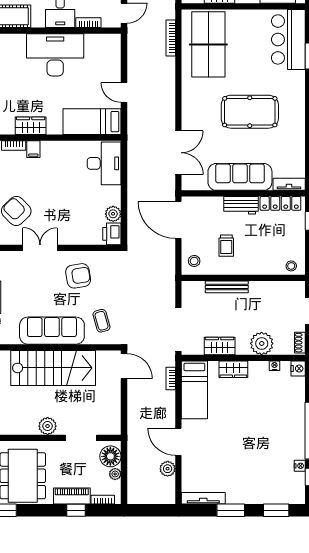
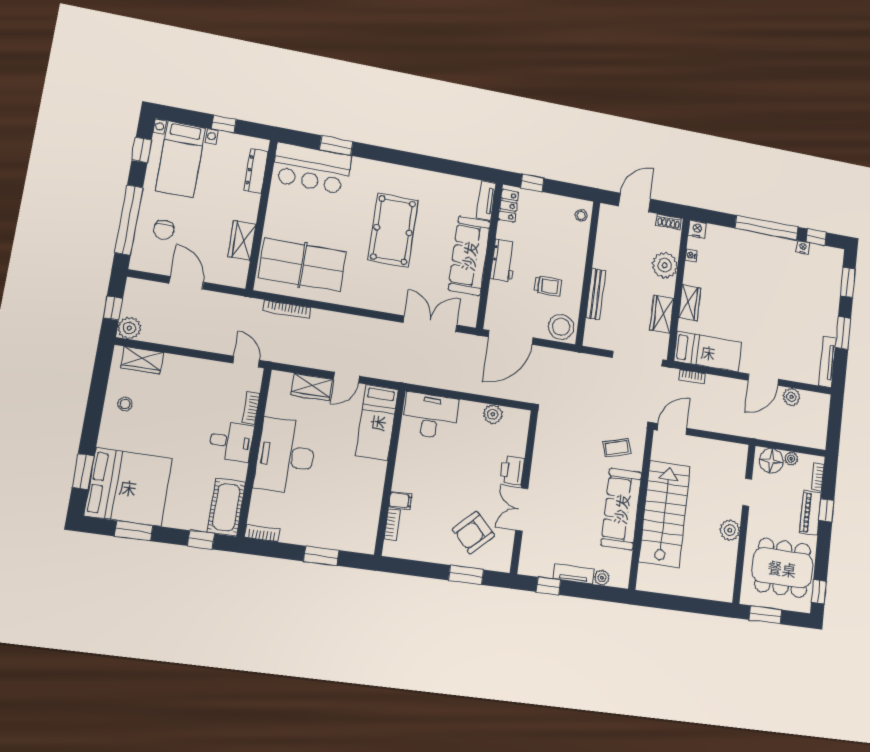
wardrobe: (31, 126) -> (312, 387), moved, turned -90
locker: (280, 203) -> (508, 206), width x0.66
printer: (112, 234) -> (512, 470), moved, turned 90
stool: (194, 261) -> (561, 327), width x1.89, depth x1.89
armchair: (78, 276) -> (561, 468), removed
doorway: (81, 438) -> (747, 492), width x0.73

